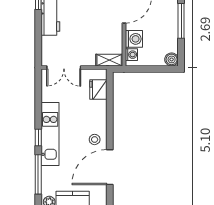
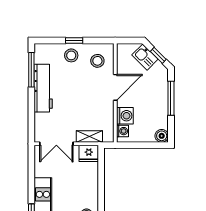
shelving: (109, 60) -> (89, 136), moved
fridge: (98, 89) -> (89, 153), moved, turned -90

